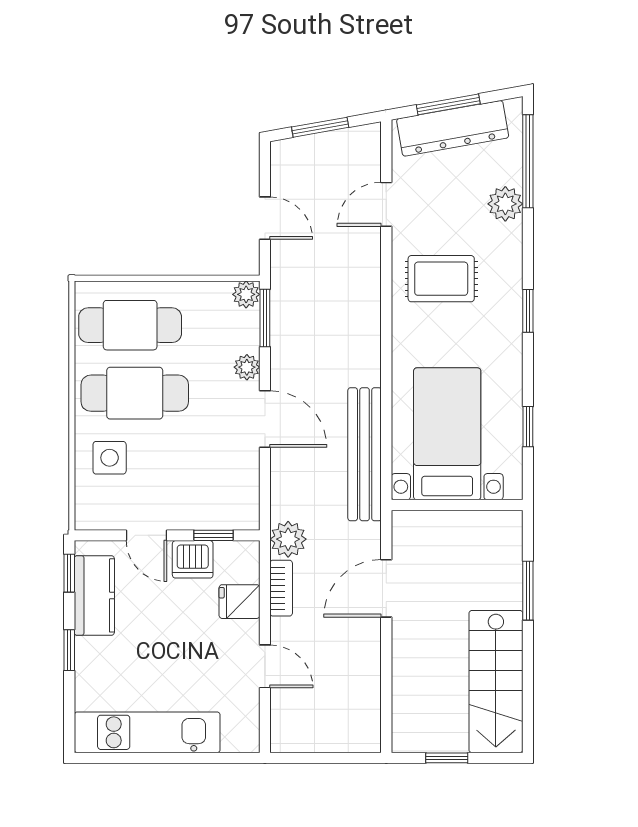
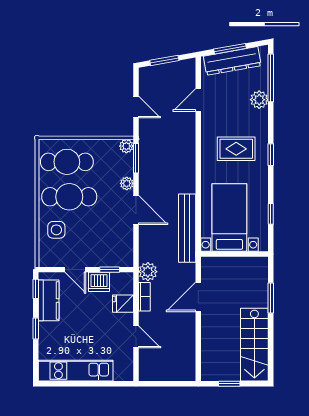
rug: (441, 279) -> (236, 149), moved

